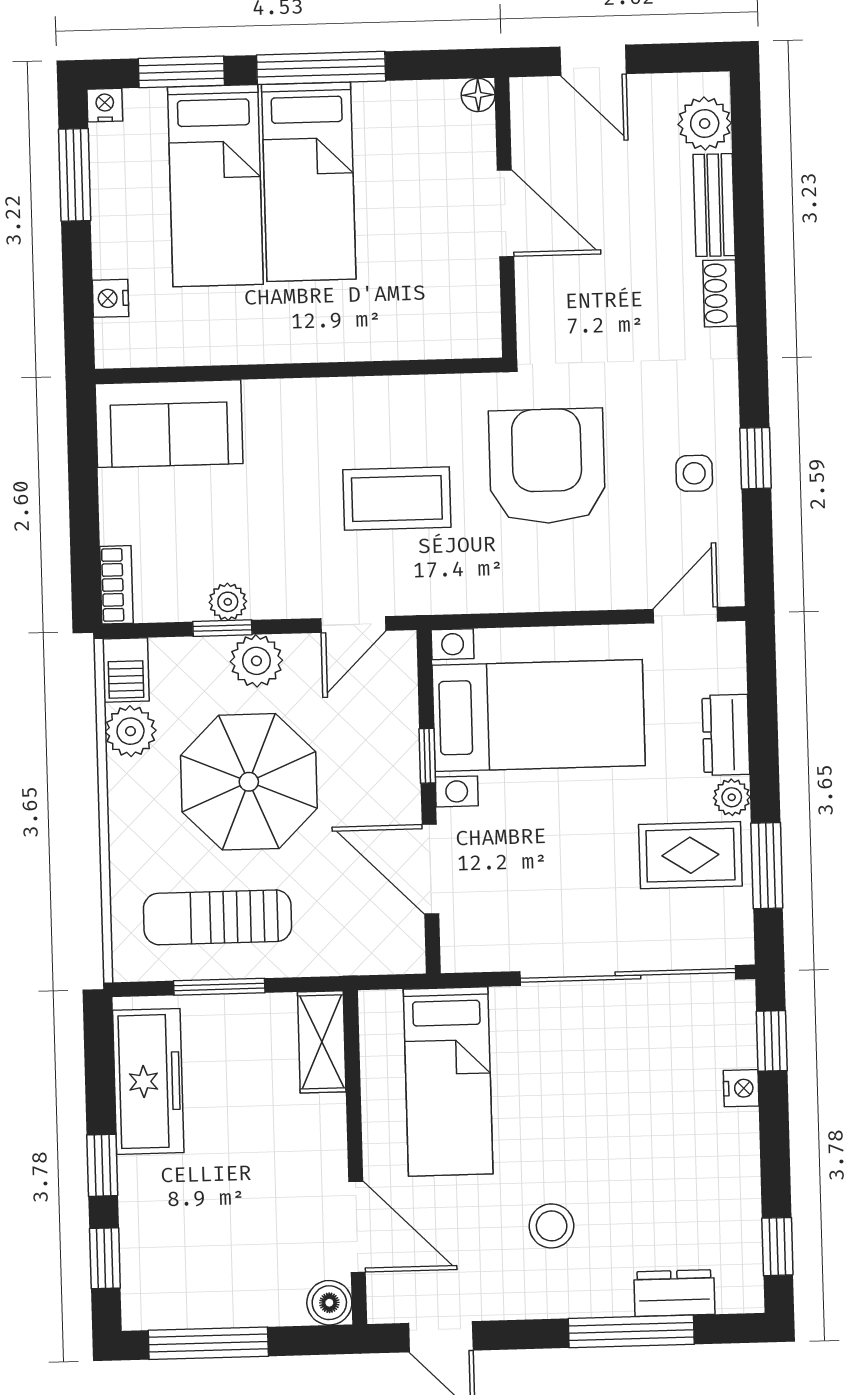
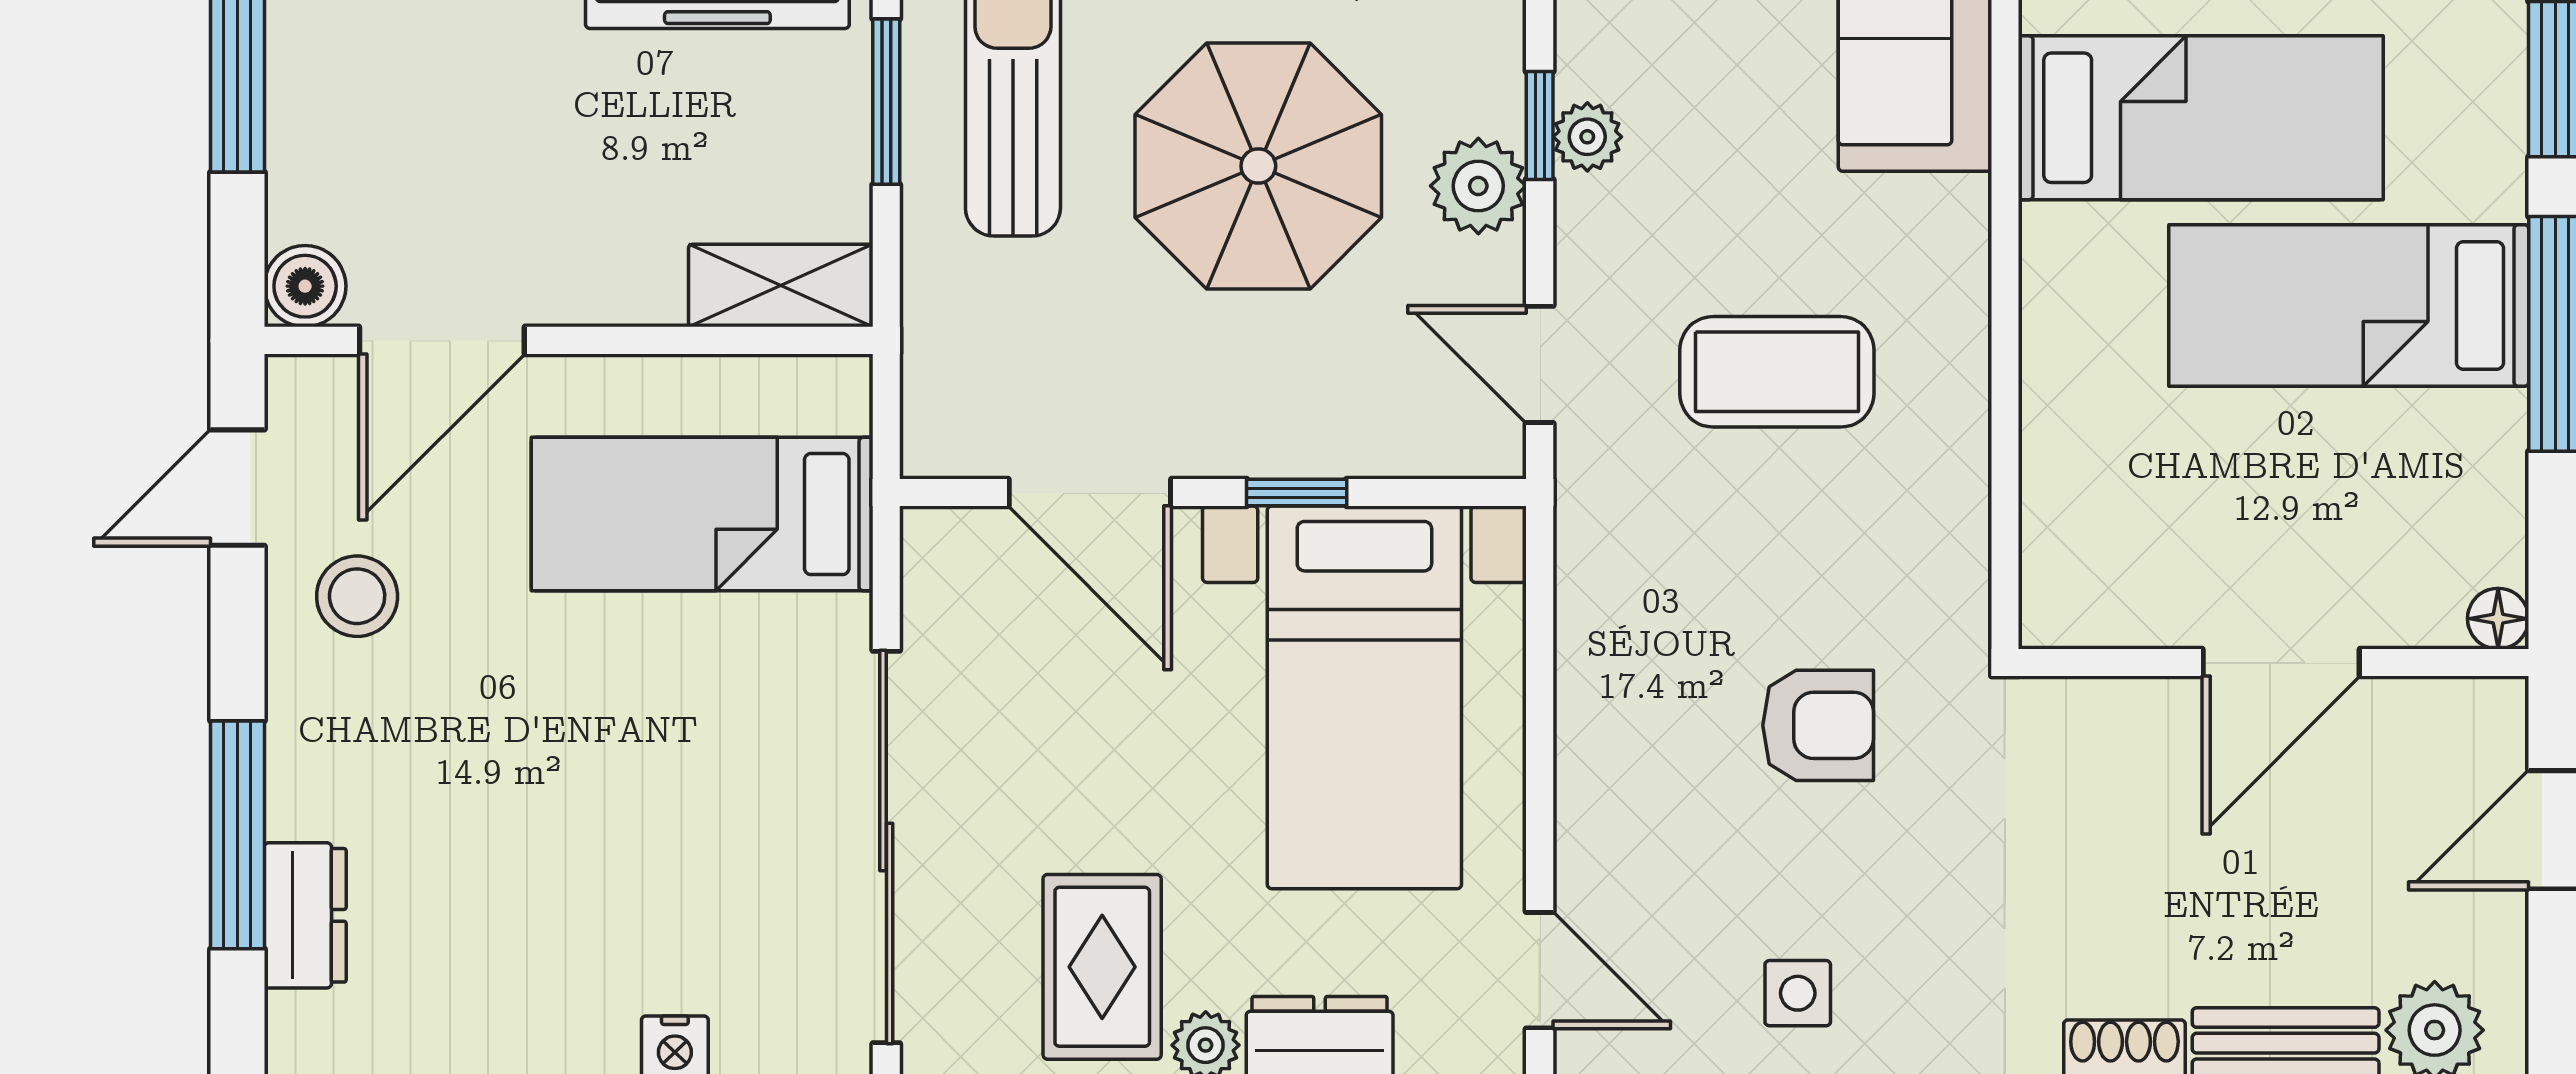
bed: (215, 186) -> (2201, 118), moved, turned 180
armchair: (547, 466) -> (1818, 725), width x0.53, depth x0.53
coffee table: (397, 499) -> (1777, 372), moved, turned 90
door: (430, 869) -> (1090, 493), swing flipped
stool: (552, 1226) -> (357, 596), moved

